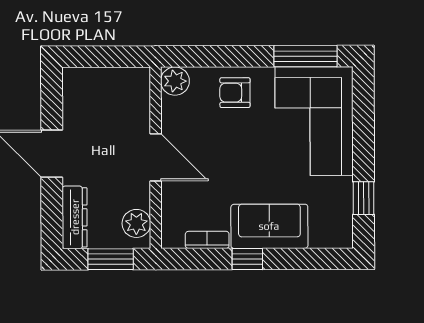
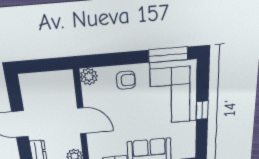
armchair: (235, 93) -> (126, 80), turned 180
window: (364, 198) -> (202, 110), moved

